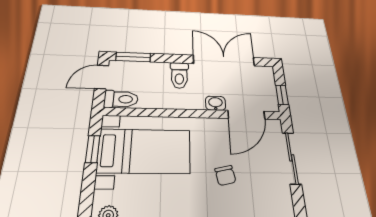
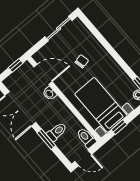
window: (133, 57) -> (46, 139), moved
toilet: (179, 75) -> (57, 132), moved
sliding door: (292, 158) -> (58, 29), moved

